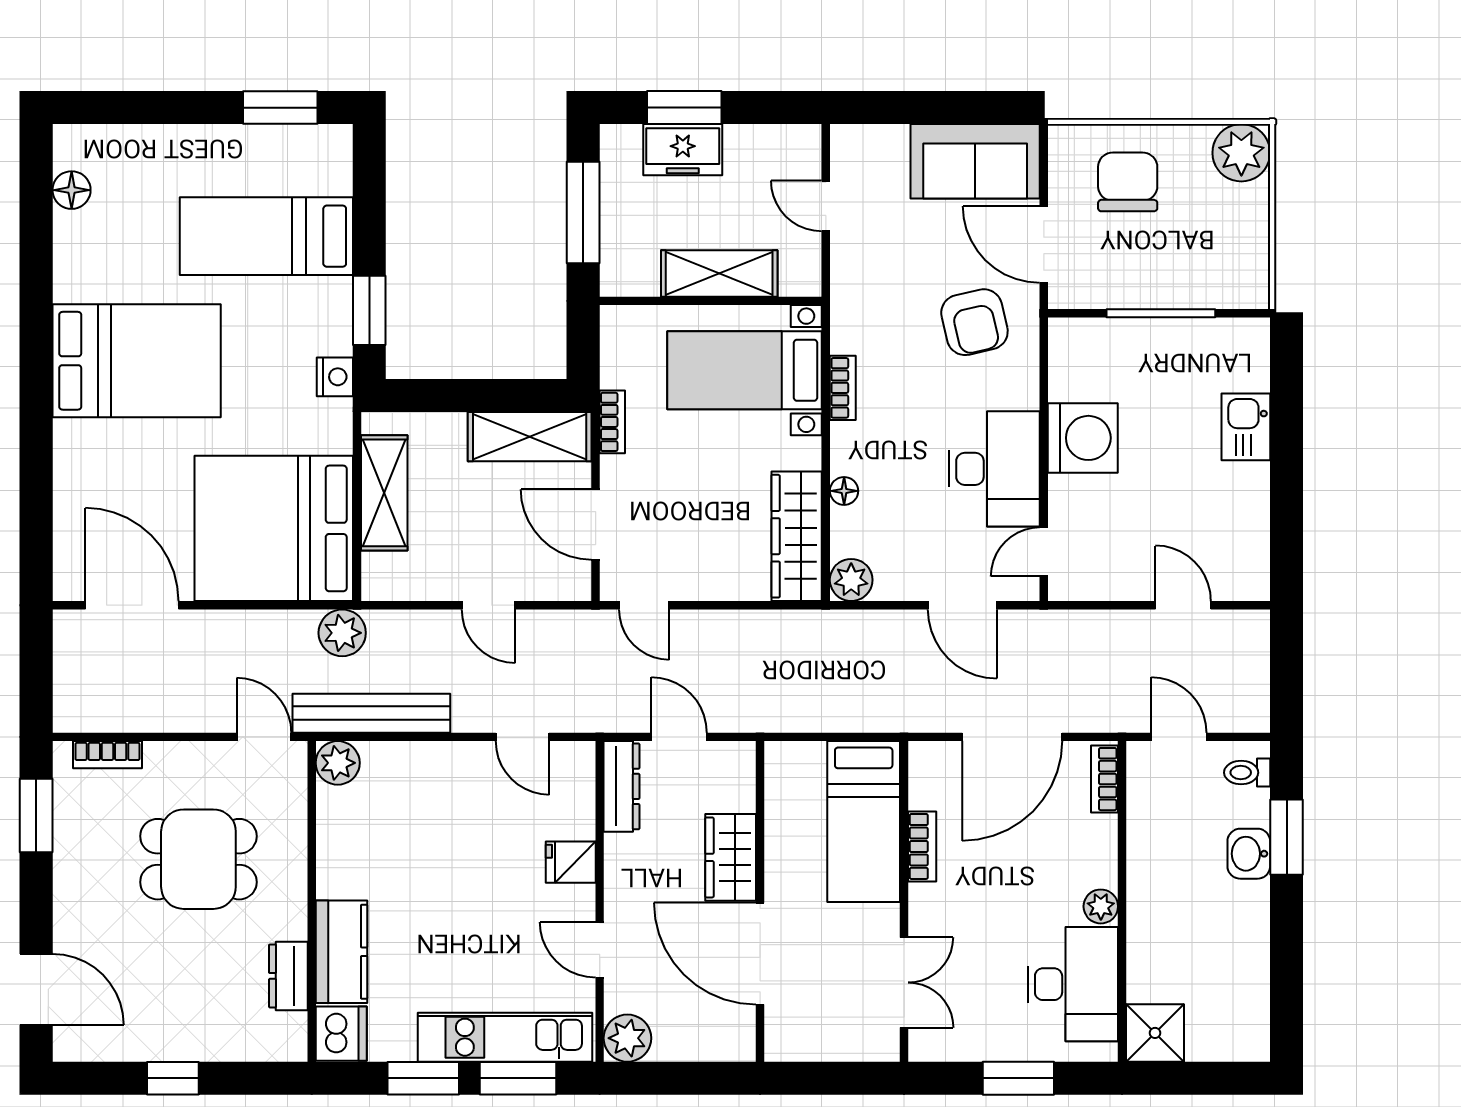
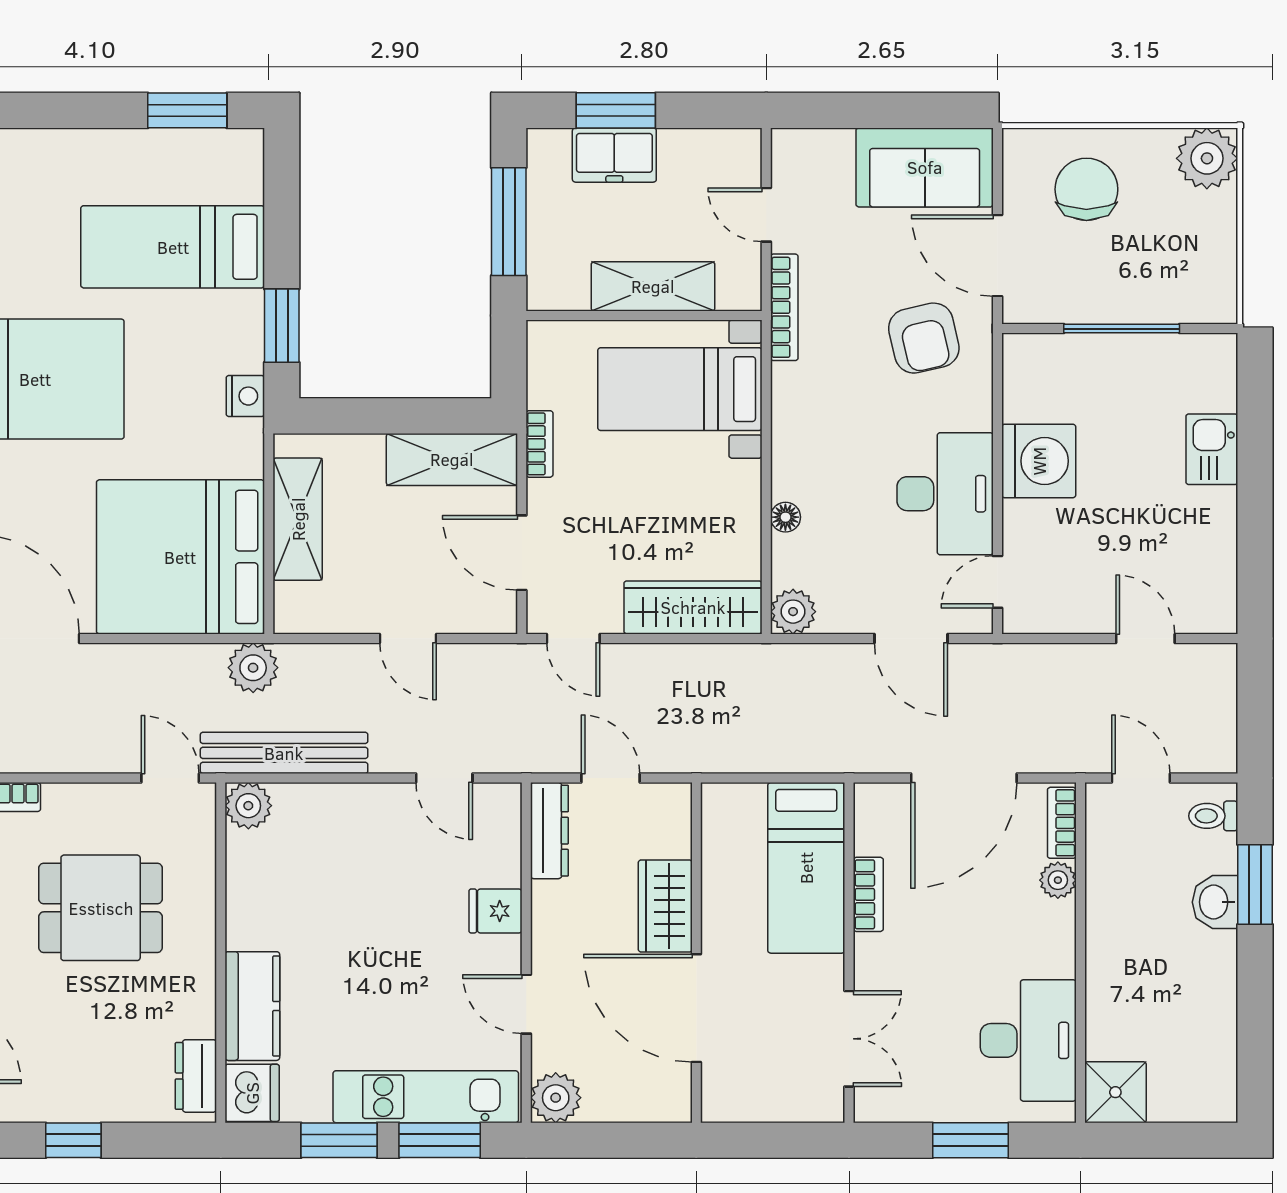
bookcase: (843, 388) -> (784, 307), moved, width x1.56
wardrobe: (797, 536) -> (693, 607), moved, turned 90
plant: (1101, 906) -> (1058, 880), moved
dresser: (288, 976) -> (196, 1076), moved

